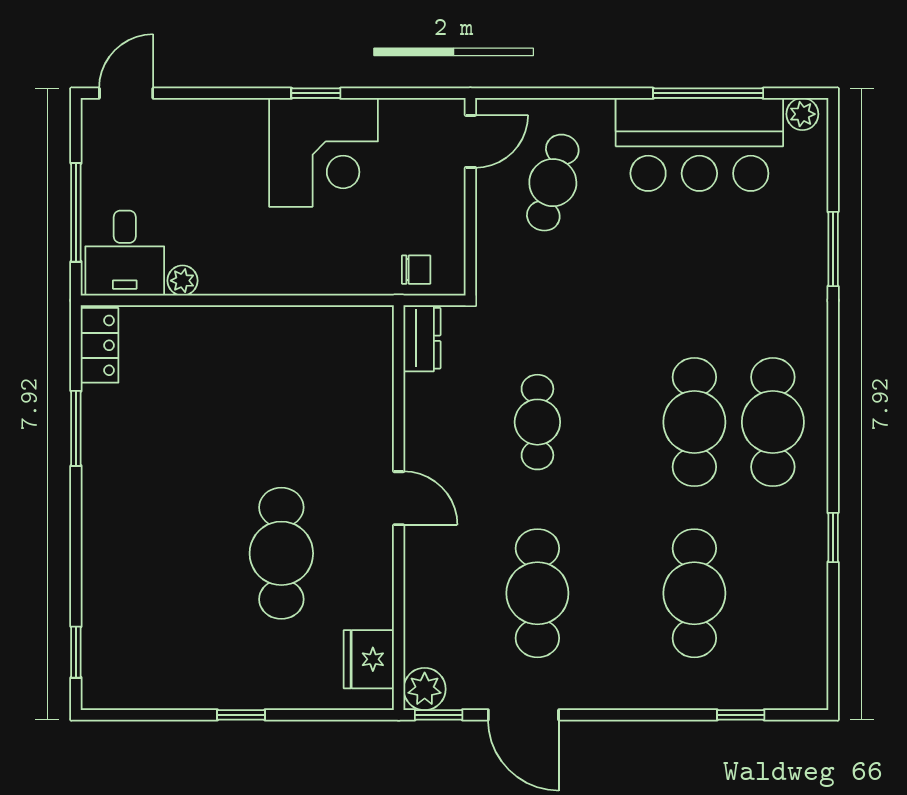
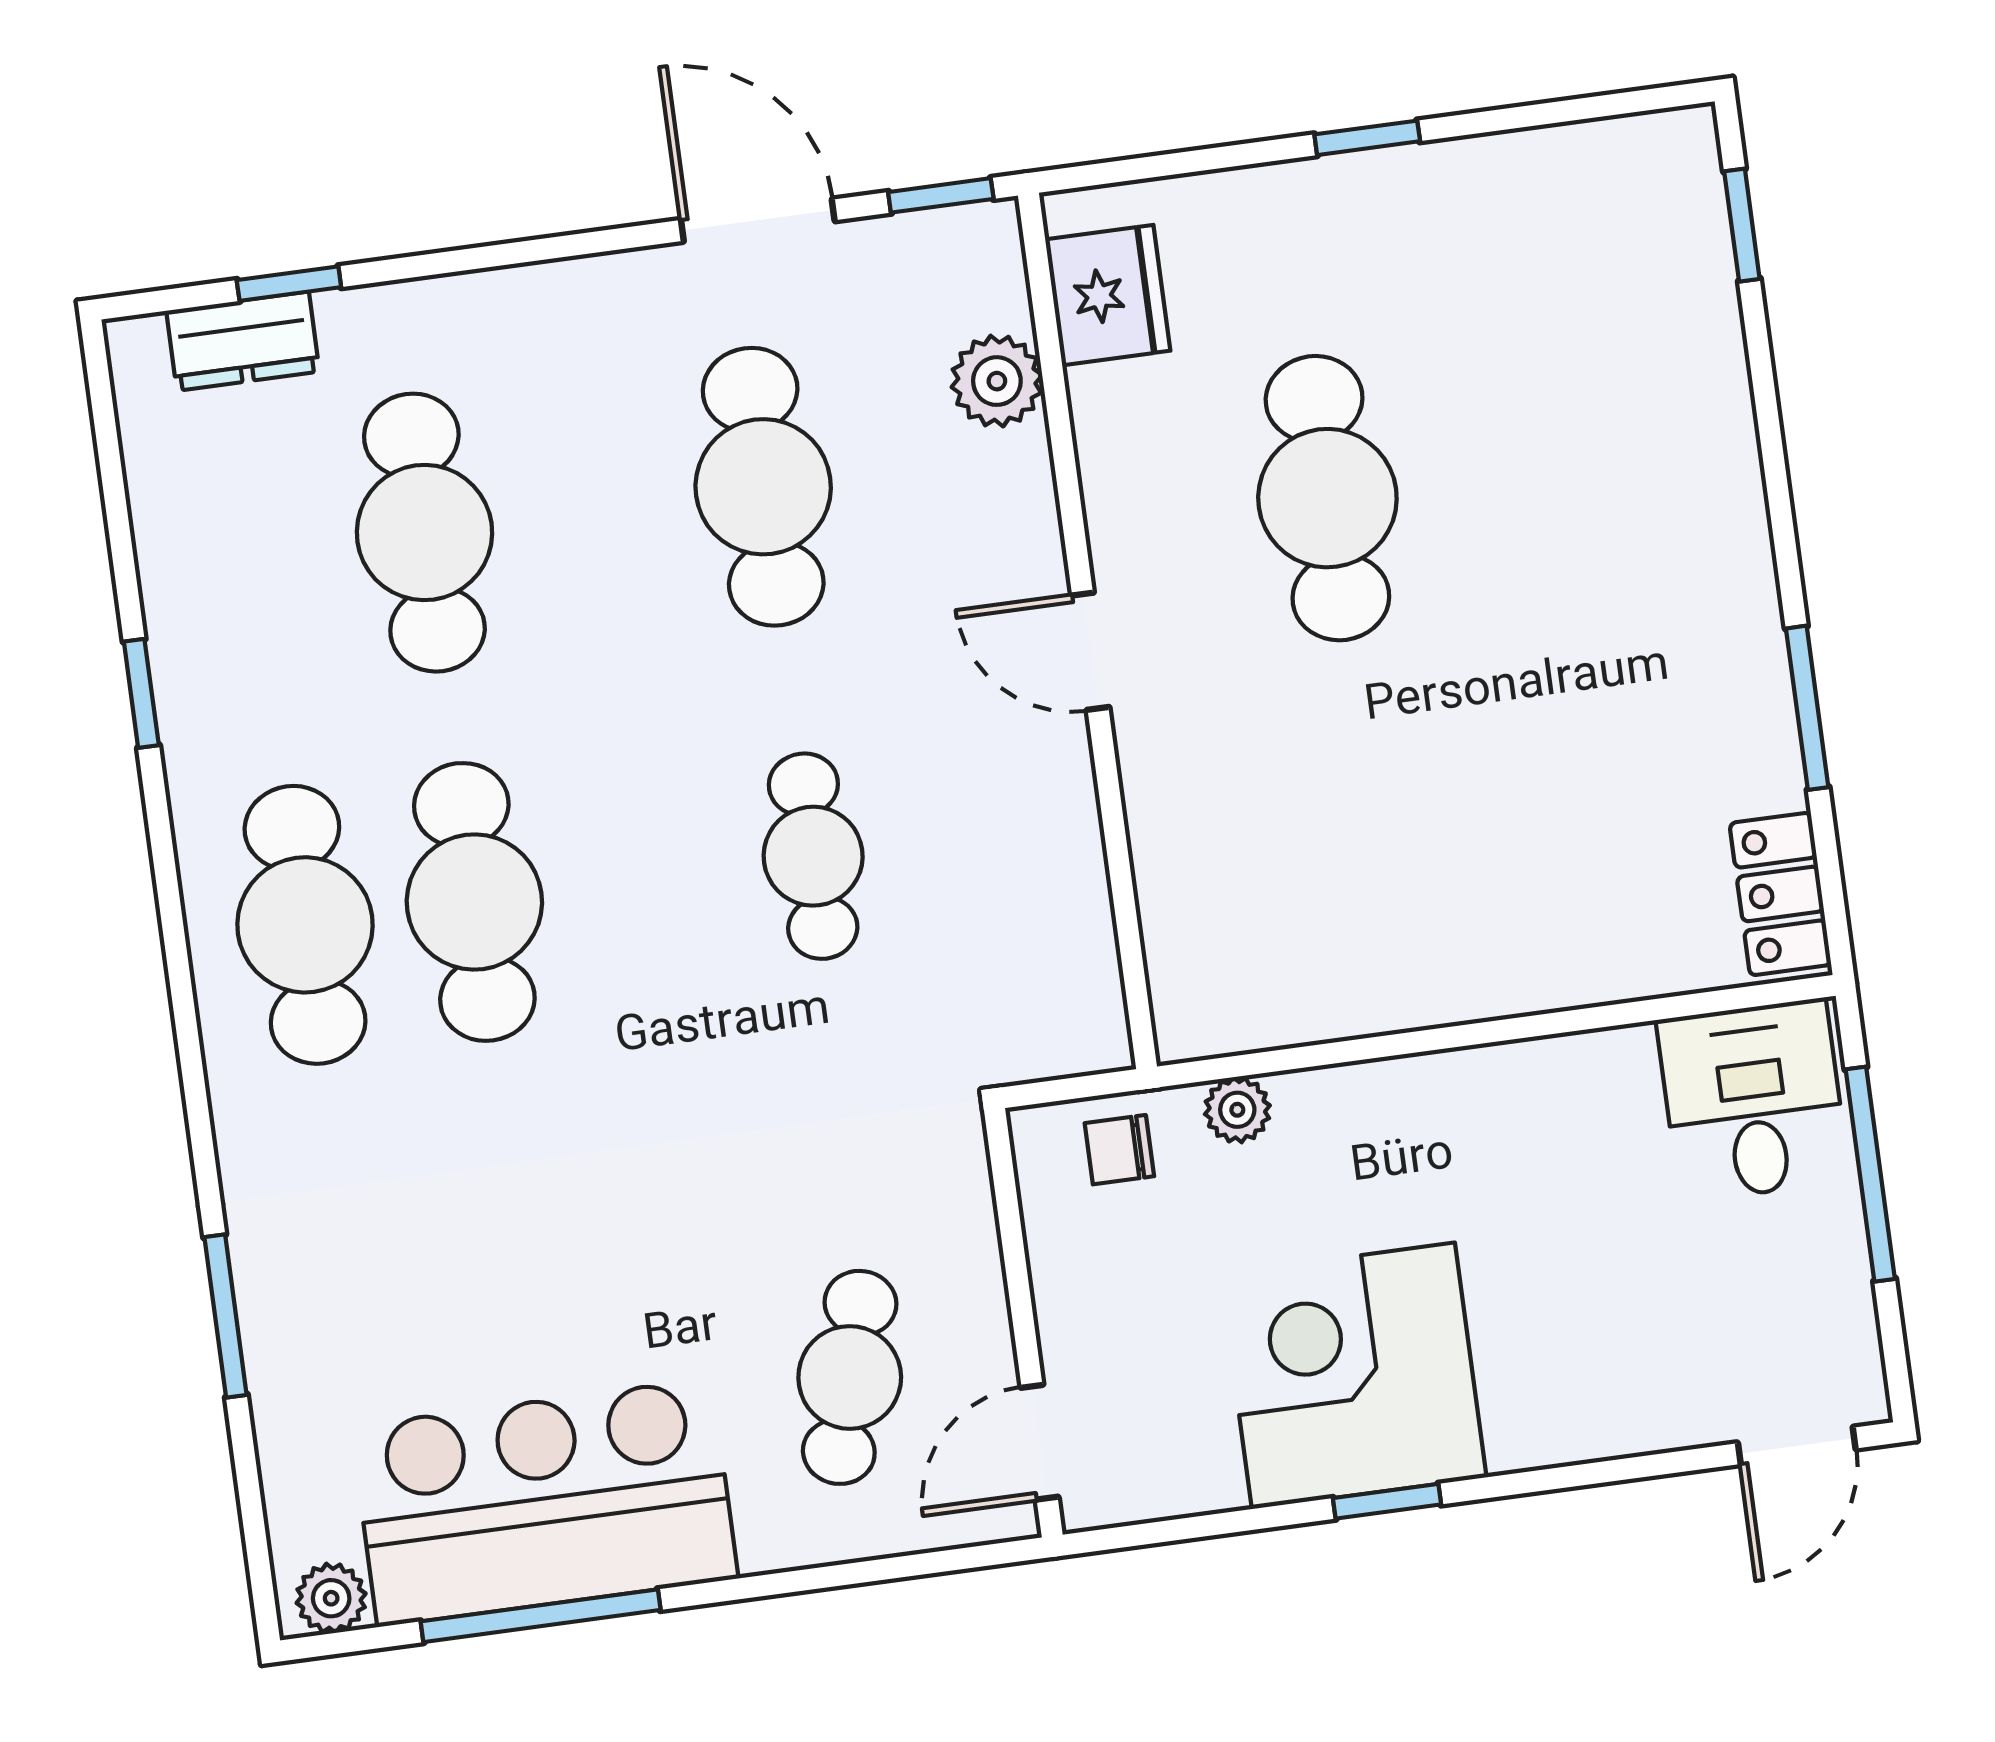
plant: (182, 281) -> (1237, 1110), moved
dresser: (422, 338) -> (243, 341), moved, turned -90
plant: (425, 689) -> (997, 381), moved

